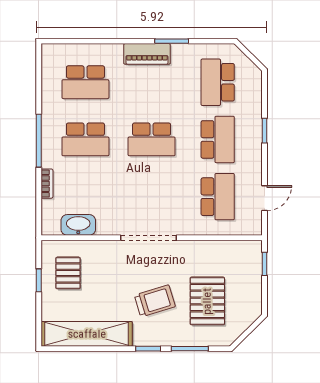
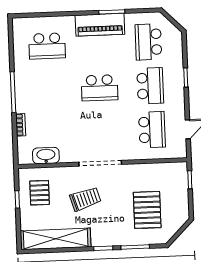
piano: (147, 54) -> (100, 25), width x1.37, depth x1.33
school desk: (85, 139) -> (49, 90), removed
trolley: (155, 301) -> (85, 199), moved

